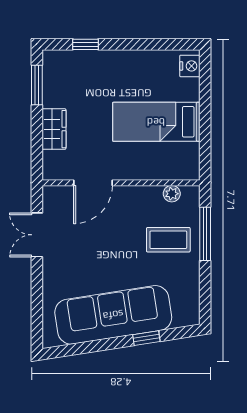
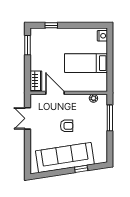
wardrobe: (54, 129) -> (36, 81), moved
door: (93, 183) -> (55, 93), swing flipped
coffee table: (168, 240) -> (92, 121), removed
armchair: (117, 250) -> (67, 126), added

